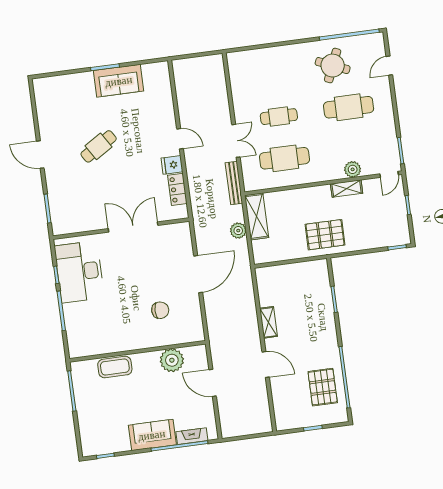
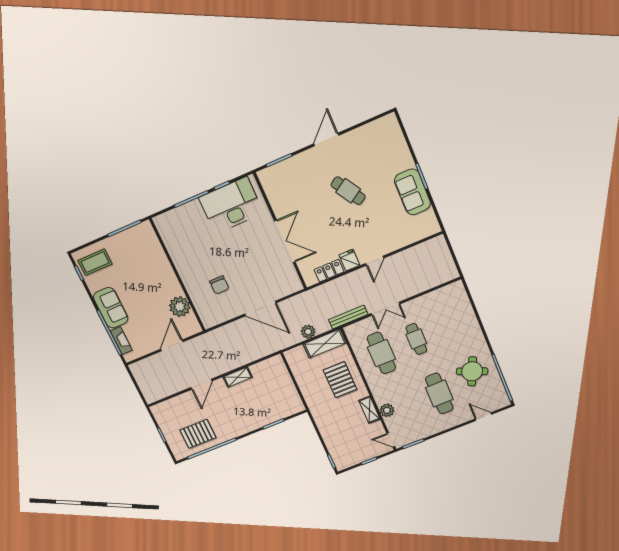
pallet: (325, 235) -> (340, 380), moved
coffee table: (115, 367) -> (95, 262), moved, turned 90

